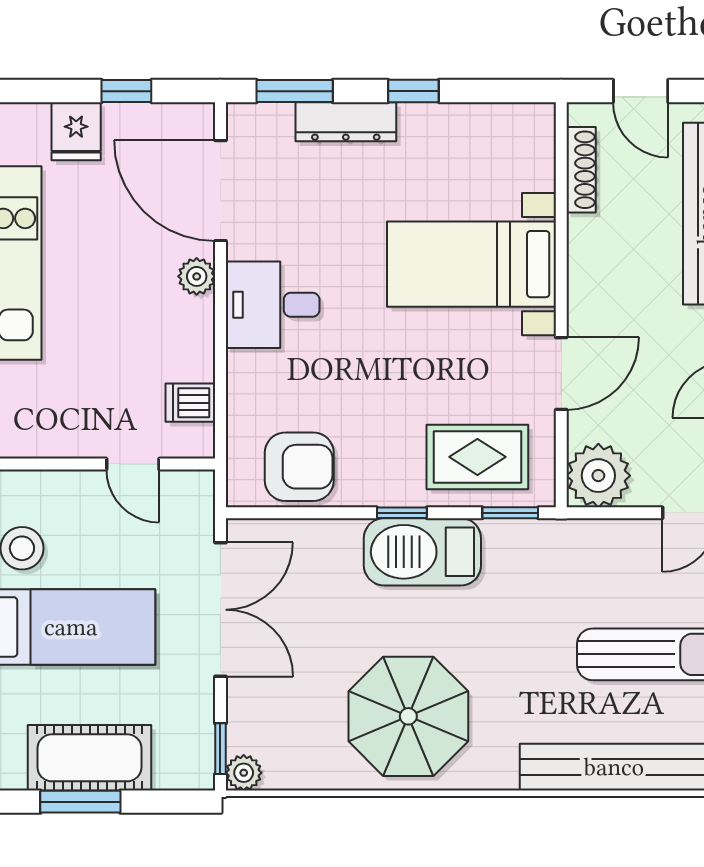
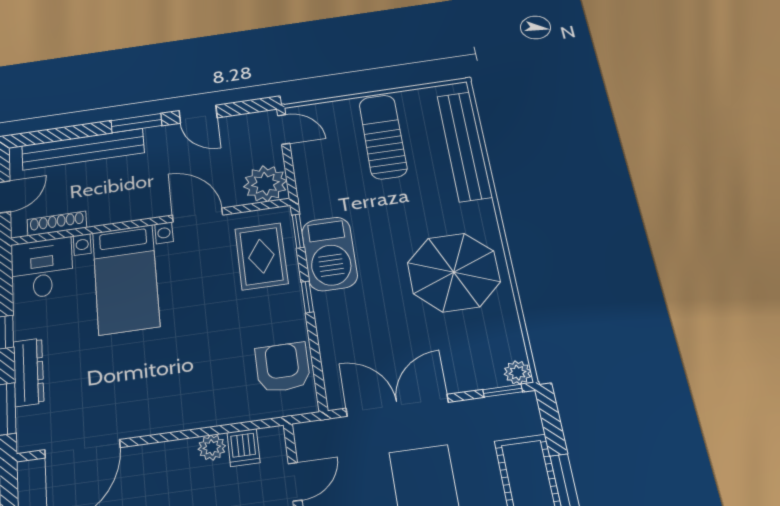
plant: (197, 276) -> (212, 447), moved
desk: (273, 305) -> (42, 268), moved, turned 180
barbecue: (422, 552) -> (329, 254), moved

